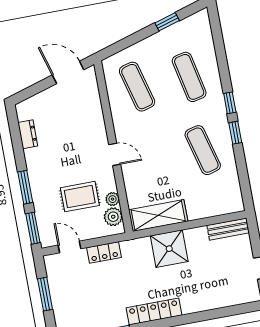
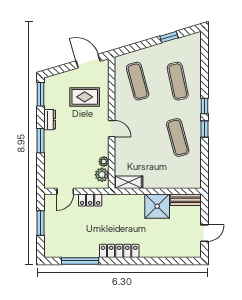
dresser: (28, 134) -> (50, 120), moved
rug: (80, 197) -> (85, 97), moved
shelving: (158, 216) -> (128, 182), width x0.67, depth x0.75
window: (33, 228) -> (41, 94), moved
door: (70, 247) -> (65, 191), swing flipped
shower: (169, 249) -> (157, 206), moved

